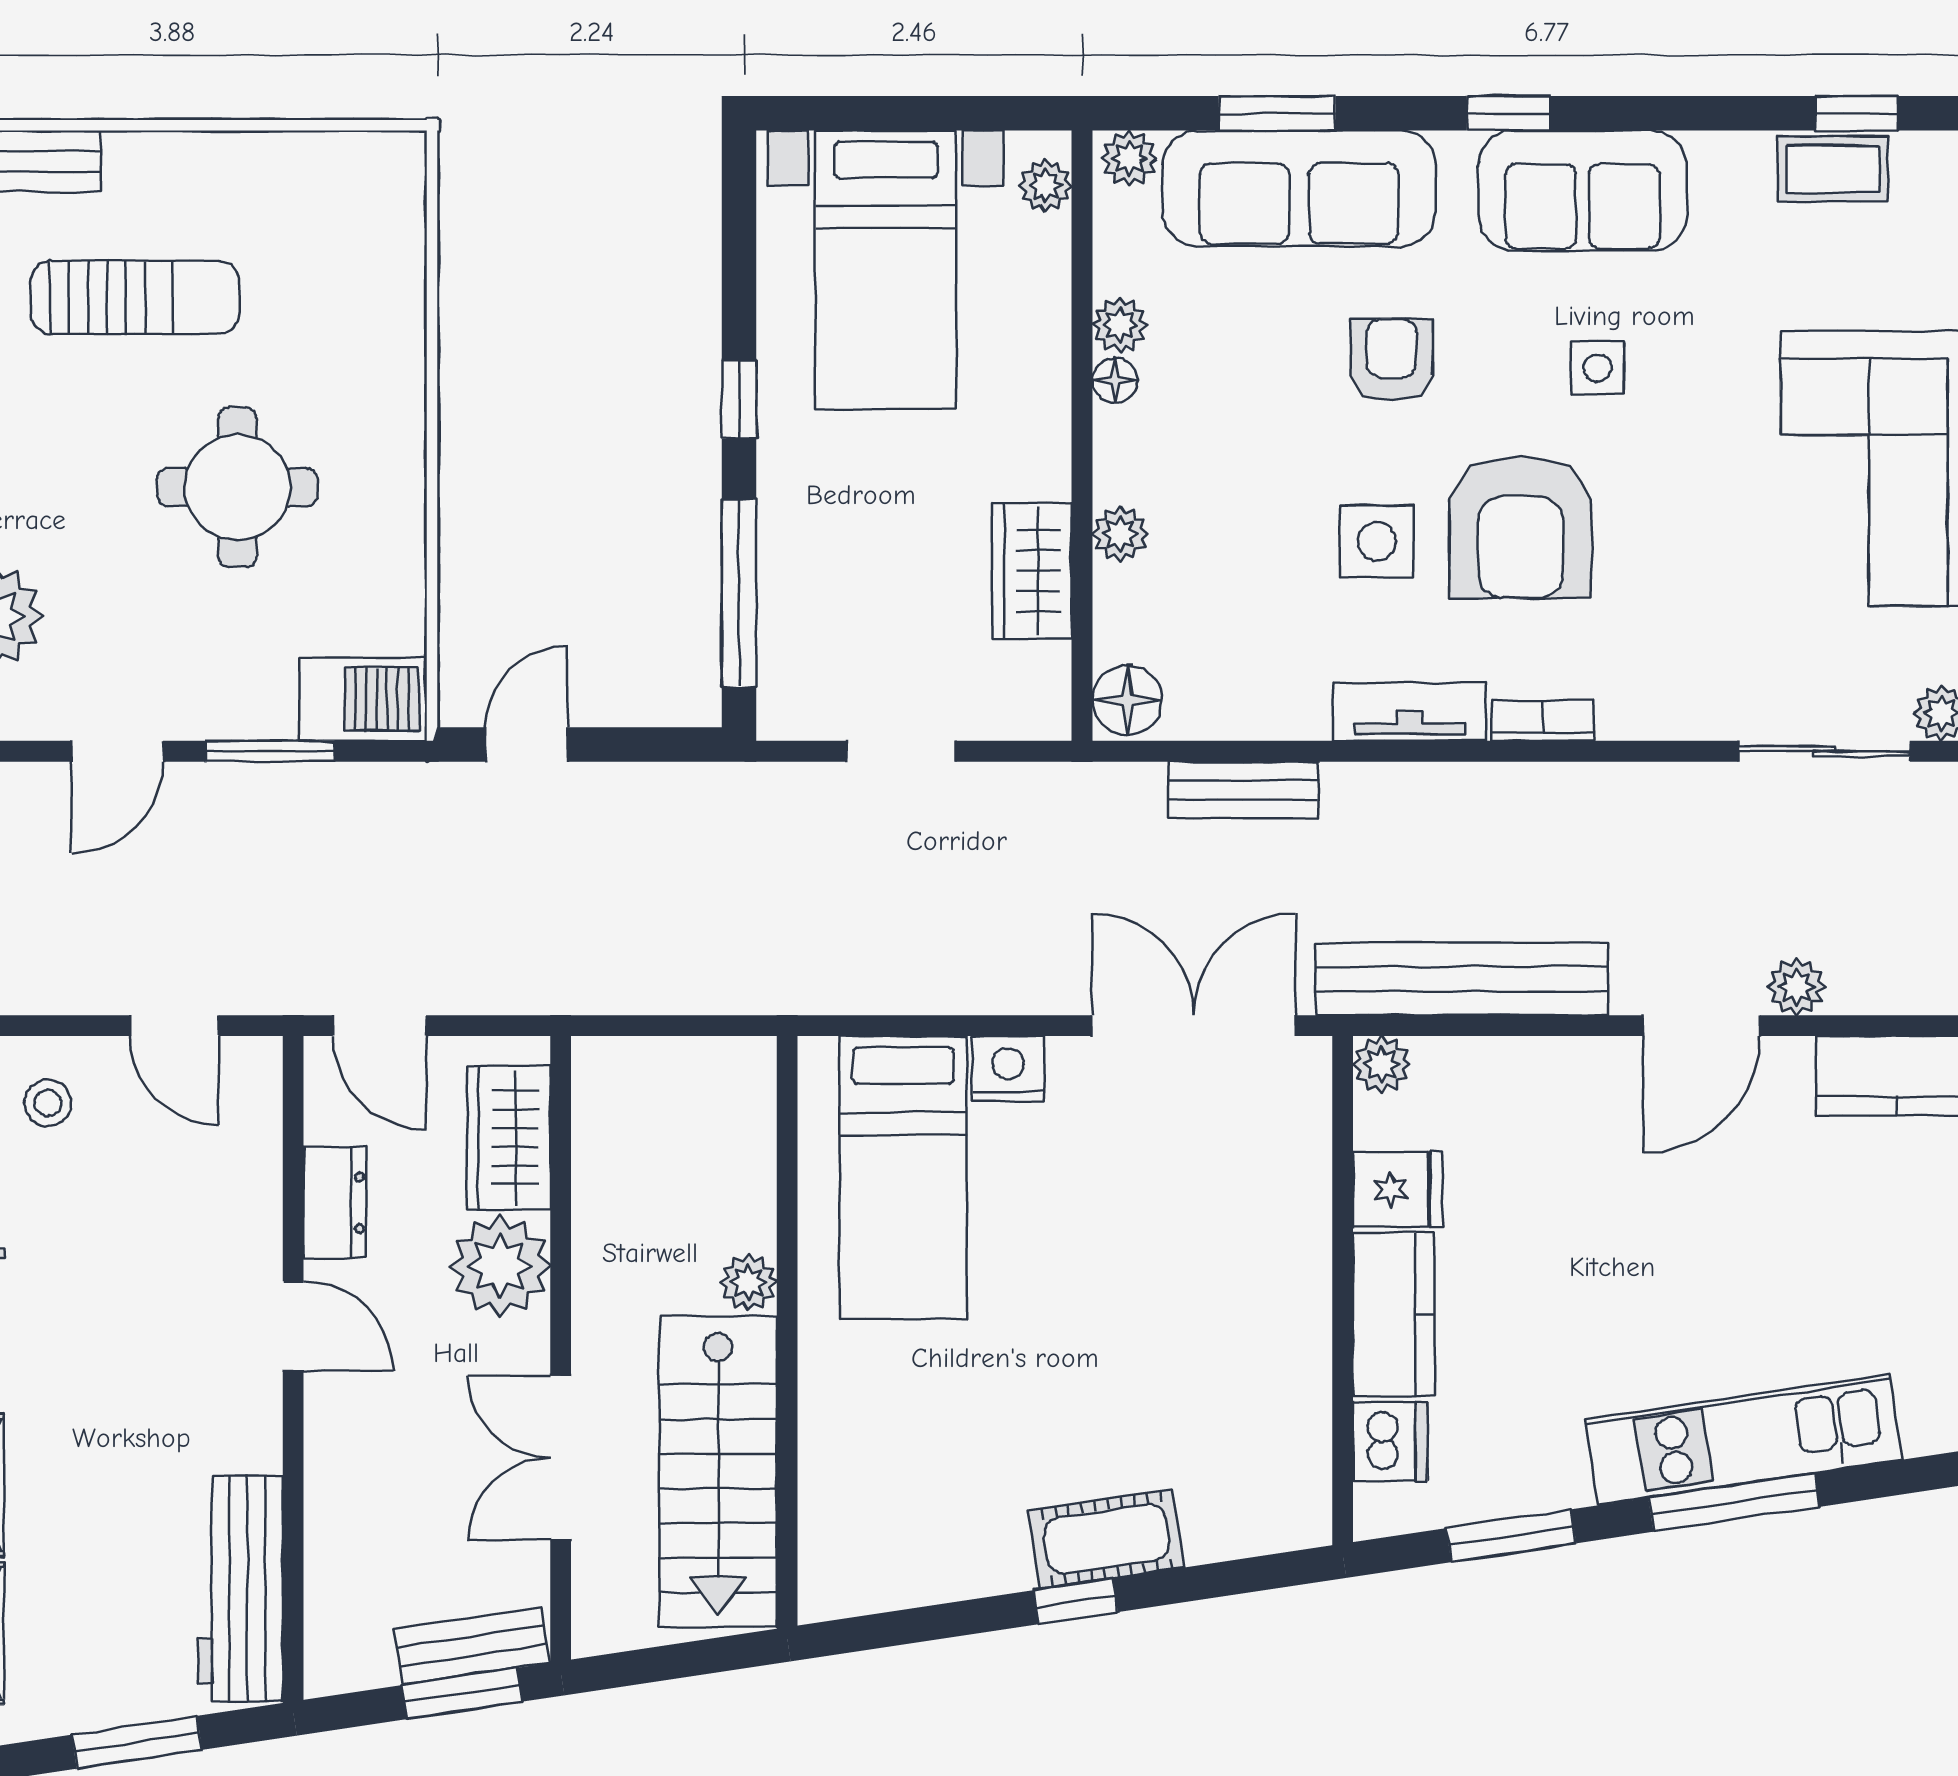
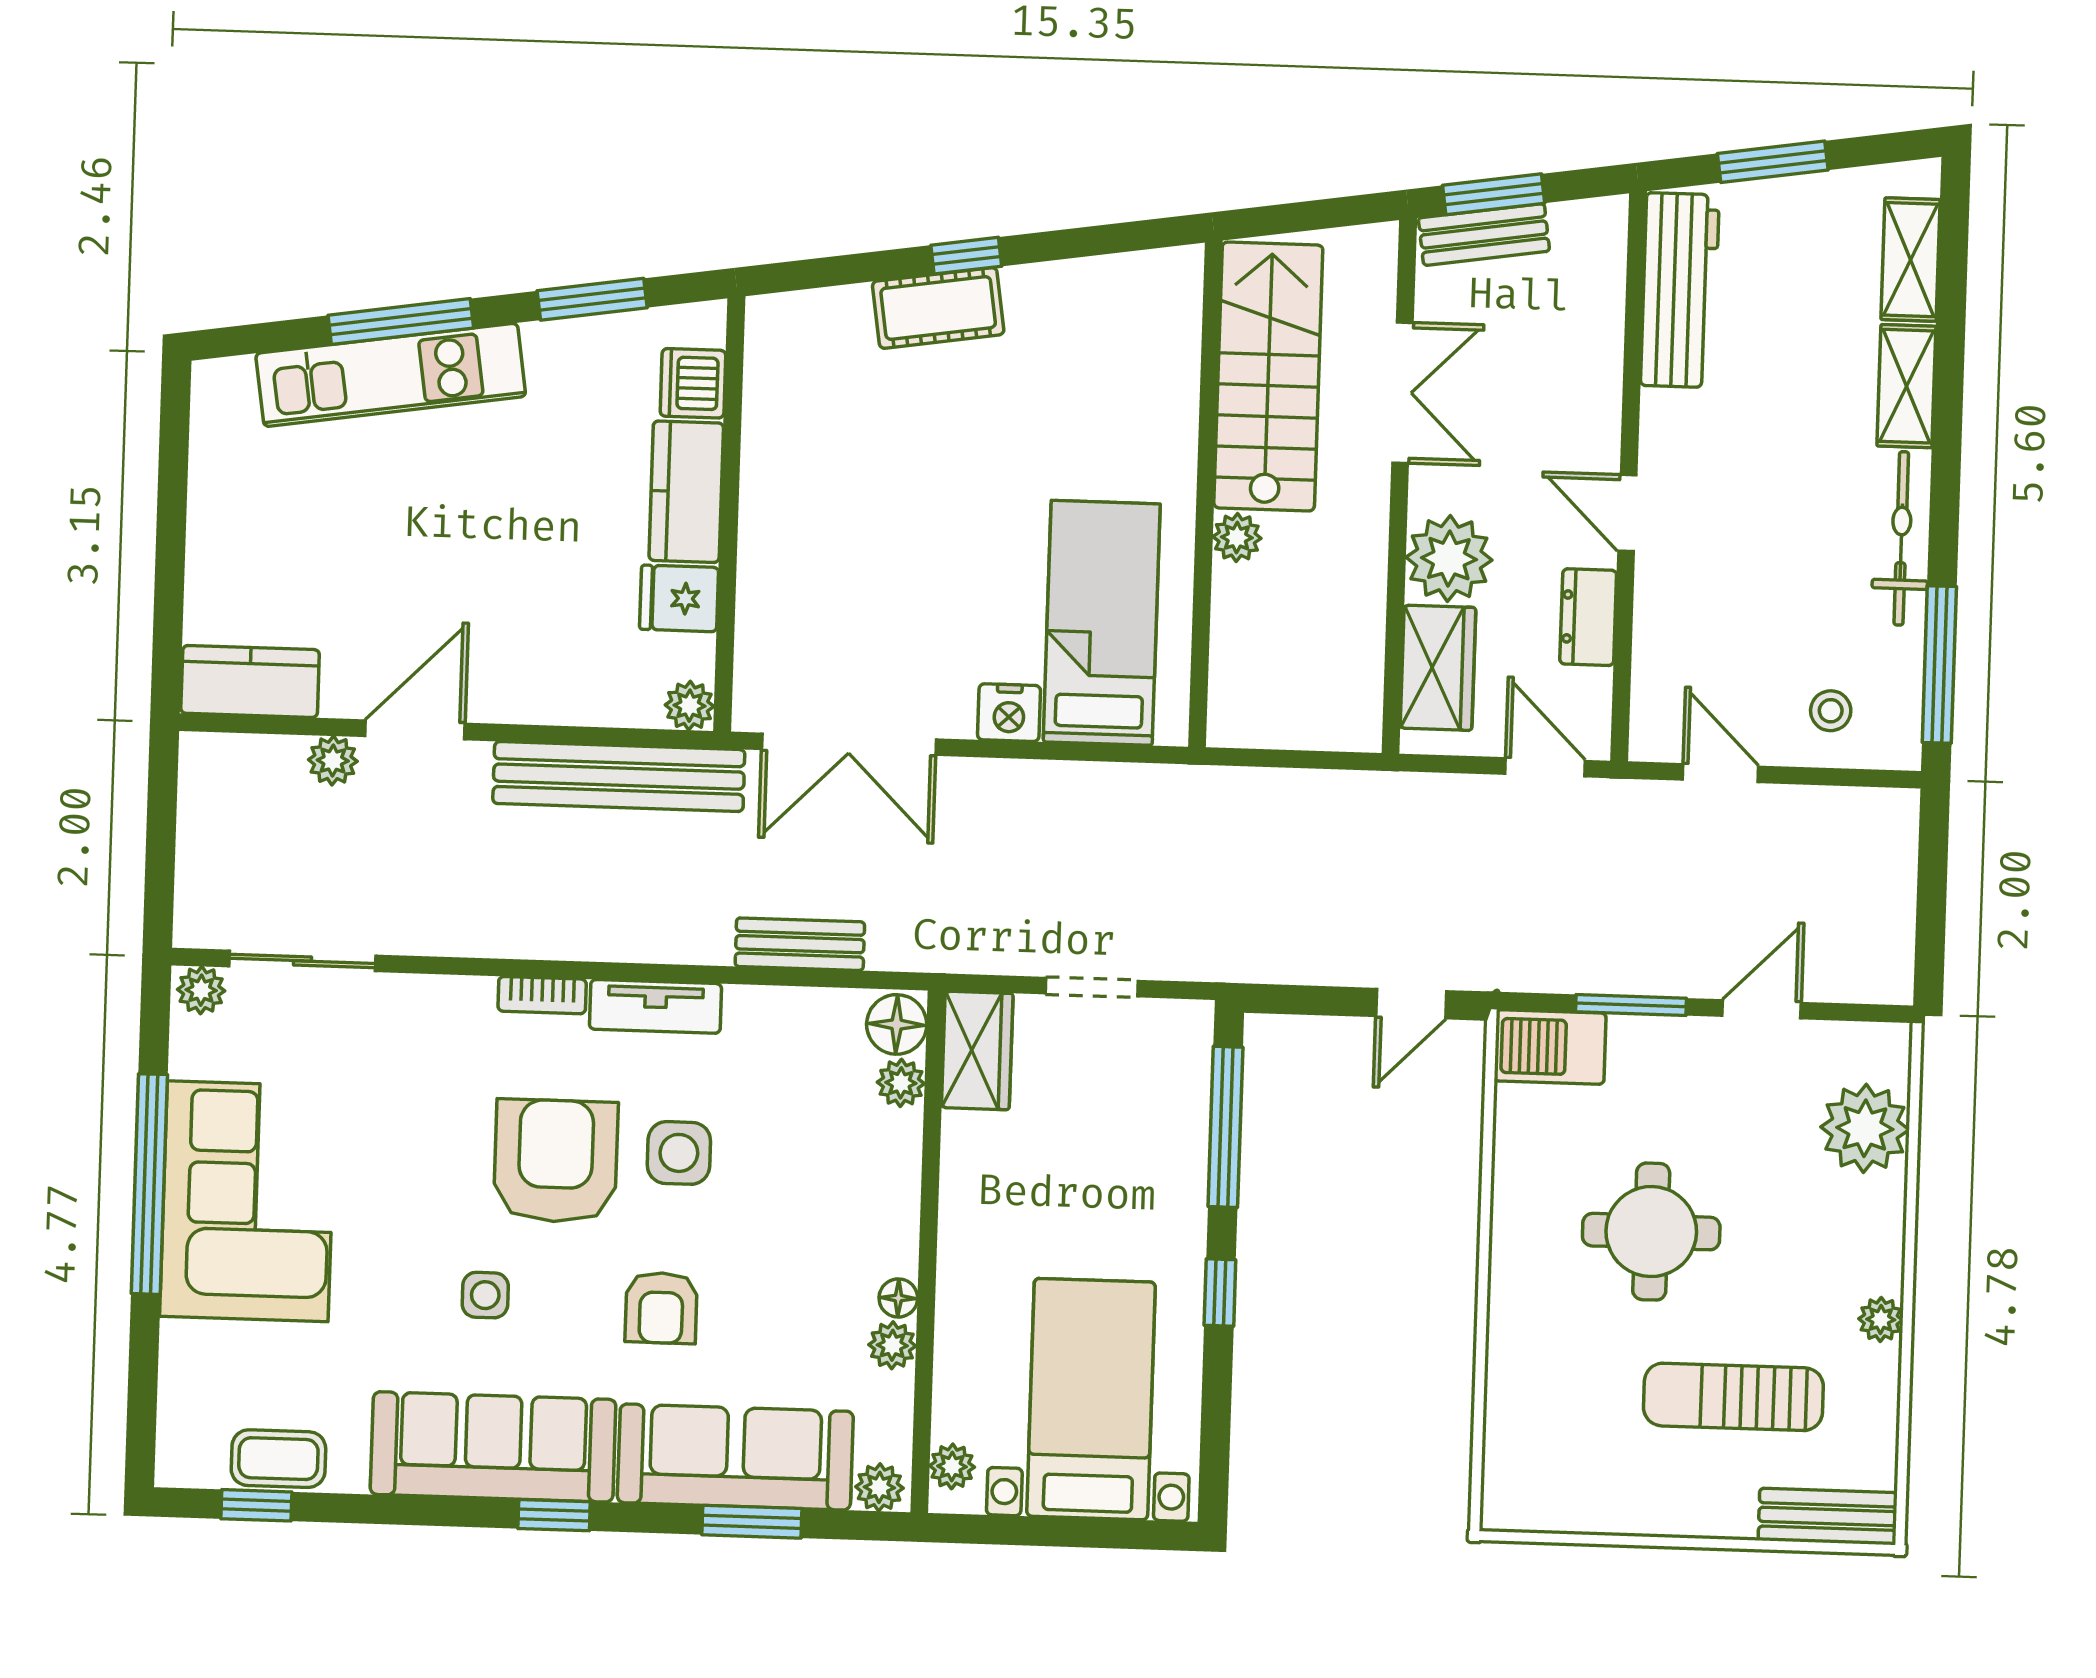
sofa: (1583, 191) -> (493, 1447), width x1.36
plant: (1120, 534) -> (901, 1083), moved
wardrobe: (1032, 571) -> (977, 1050), moved

